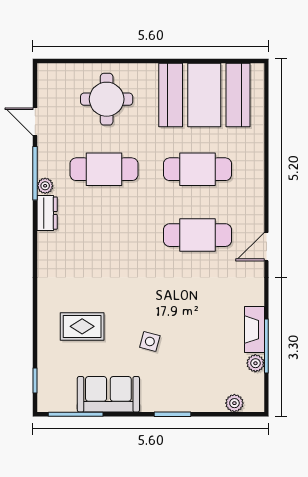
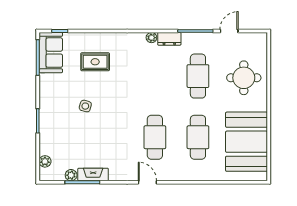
plant: (45, 186) -> (151, 38), moved
rug: (82, 326) -> (95, 62), turned 90
sofa: (108, 394) -> (51, 53), moved

